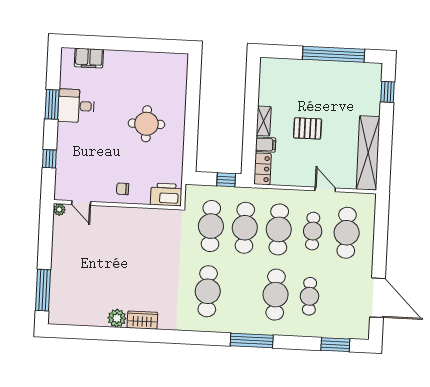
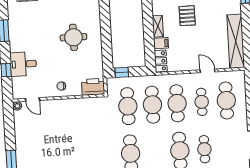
desk: (76, 106) -> (23, 64), moved
pallet: (308, 128) -> (187, 16), moved, turned 90
window: (226, 180) -> (122, 72), moved

